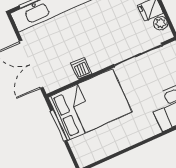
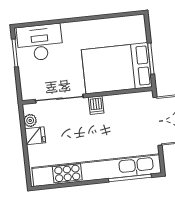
dishwasher: (81, 68) -> (96, 105), moved

